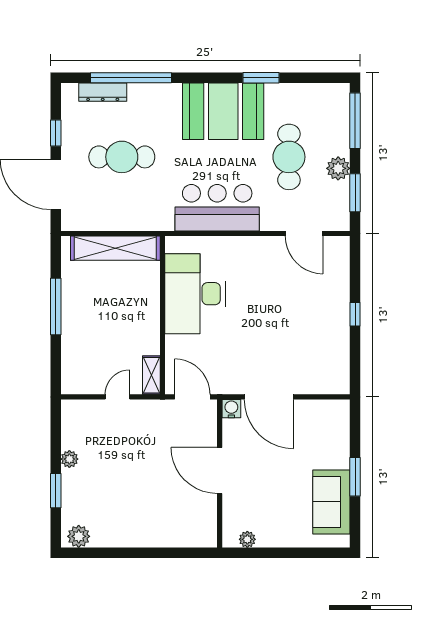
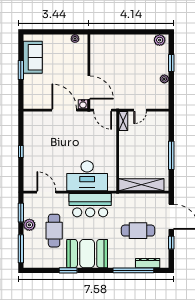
desk: (195, 294) -> (87, 176), moved, turned 90
door: (220, 470) -> (89, 87), moved

